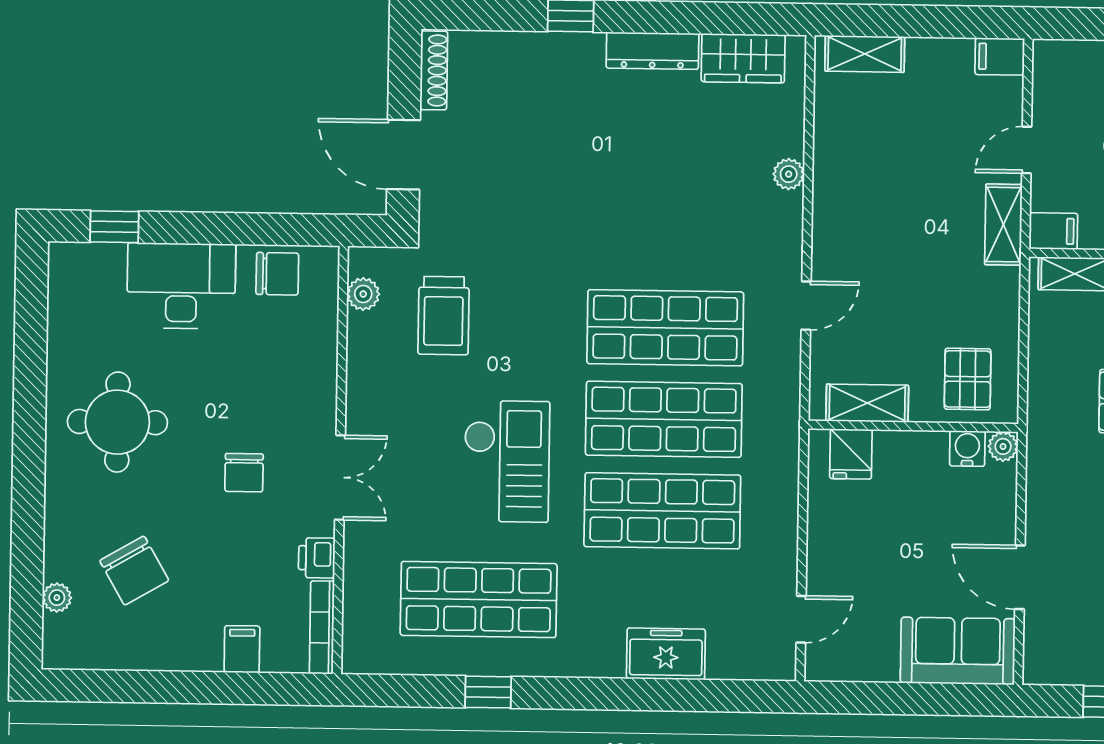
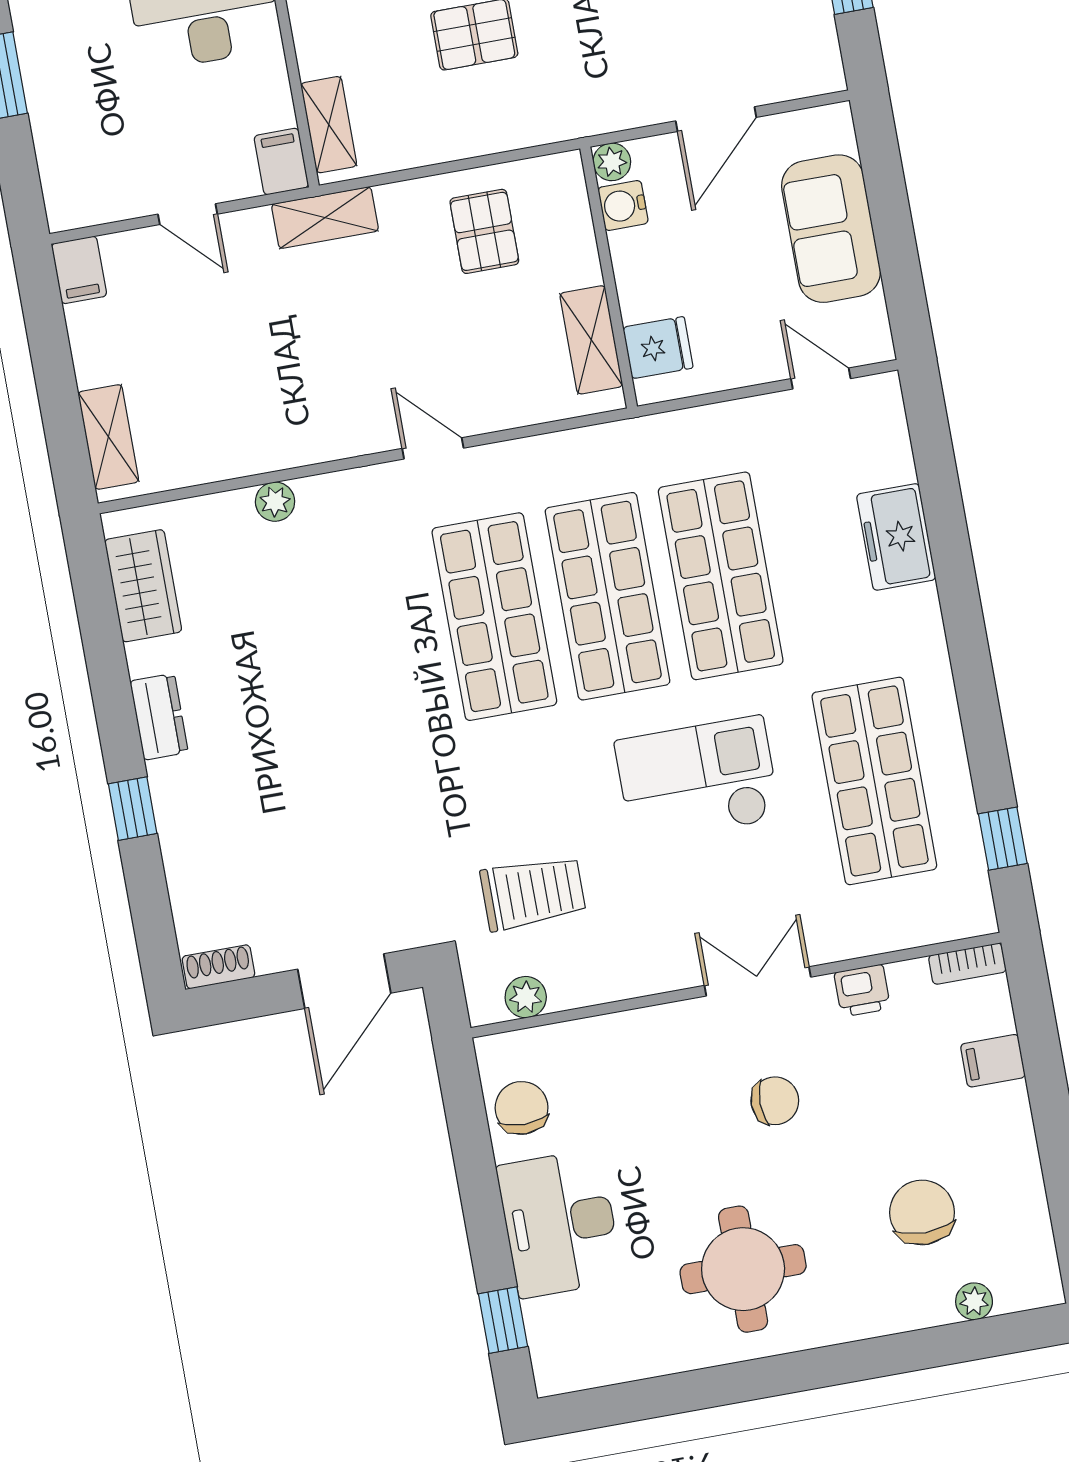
dresser: (652, 51) -> (159, 717), width x0.70
shoe rack: (434, 70) -> (218, 967), width x0.70
shelving: (1003, 225) -> (325, 218), moved
pallet: (968, 379) -> (484, 231), turned 90
shelving: (867, 403) -> (591, 340), moved
wall: (913, 426) -> (609, 278), moved
plant: (1003, 446) -> (612, 162), moved
water cooler: (967, 449) -> (623, 205), moved
fridge: (851, 454) -> (658, 348), moved
chair: (134, 571) -> (922, 1212), turned -60
bookcase: (322, 627) -> (967, 964), width x0.64
sofa: (958, 651) -> (831, 229), moved
window: (488, 692) -> (1003, 839), moved

